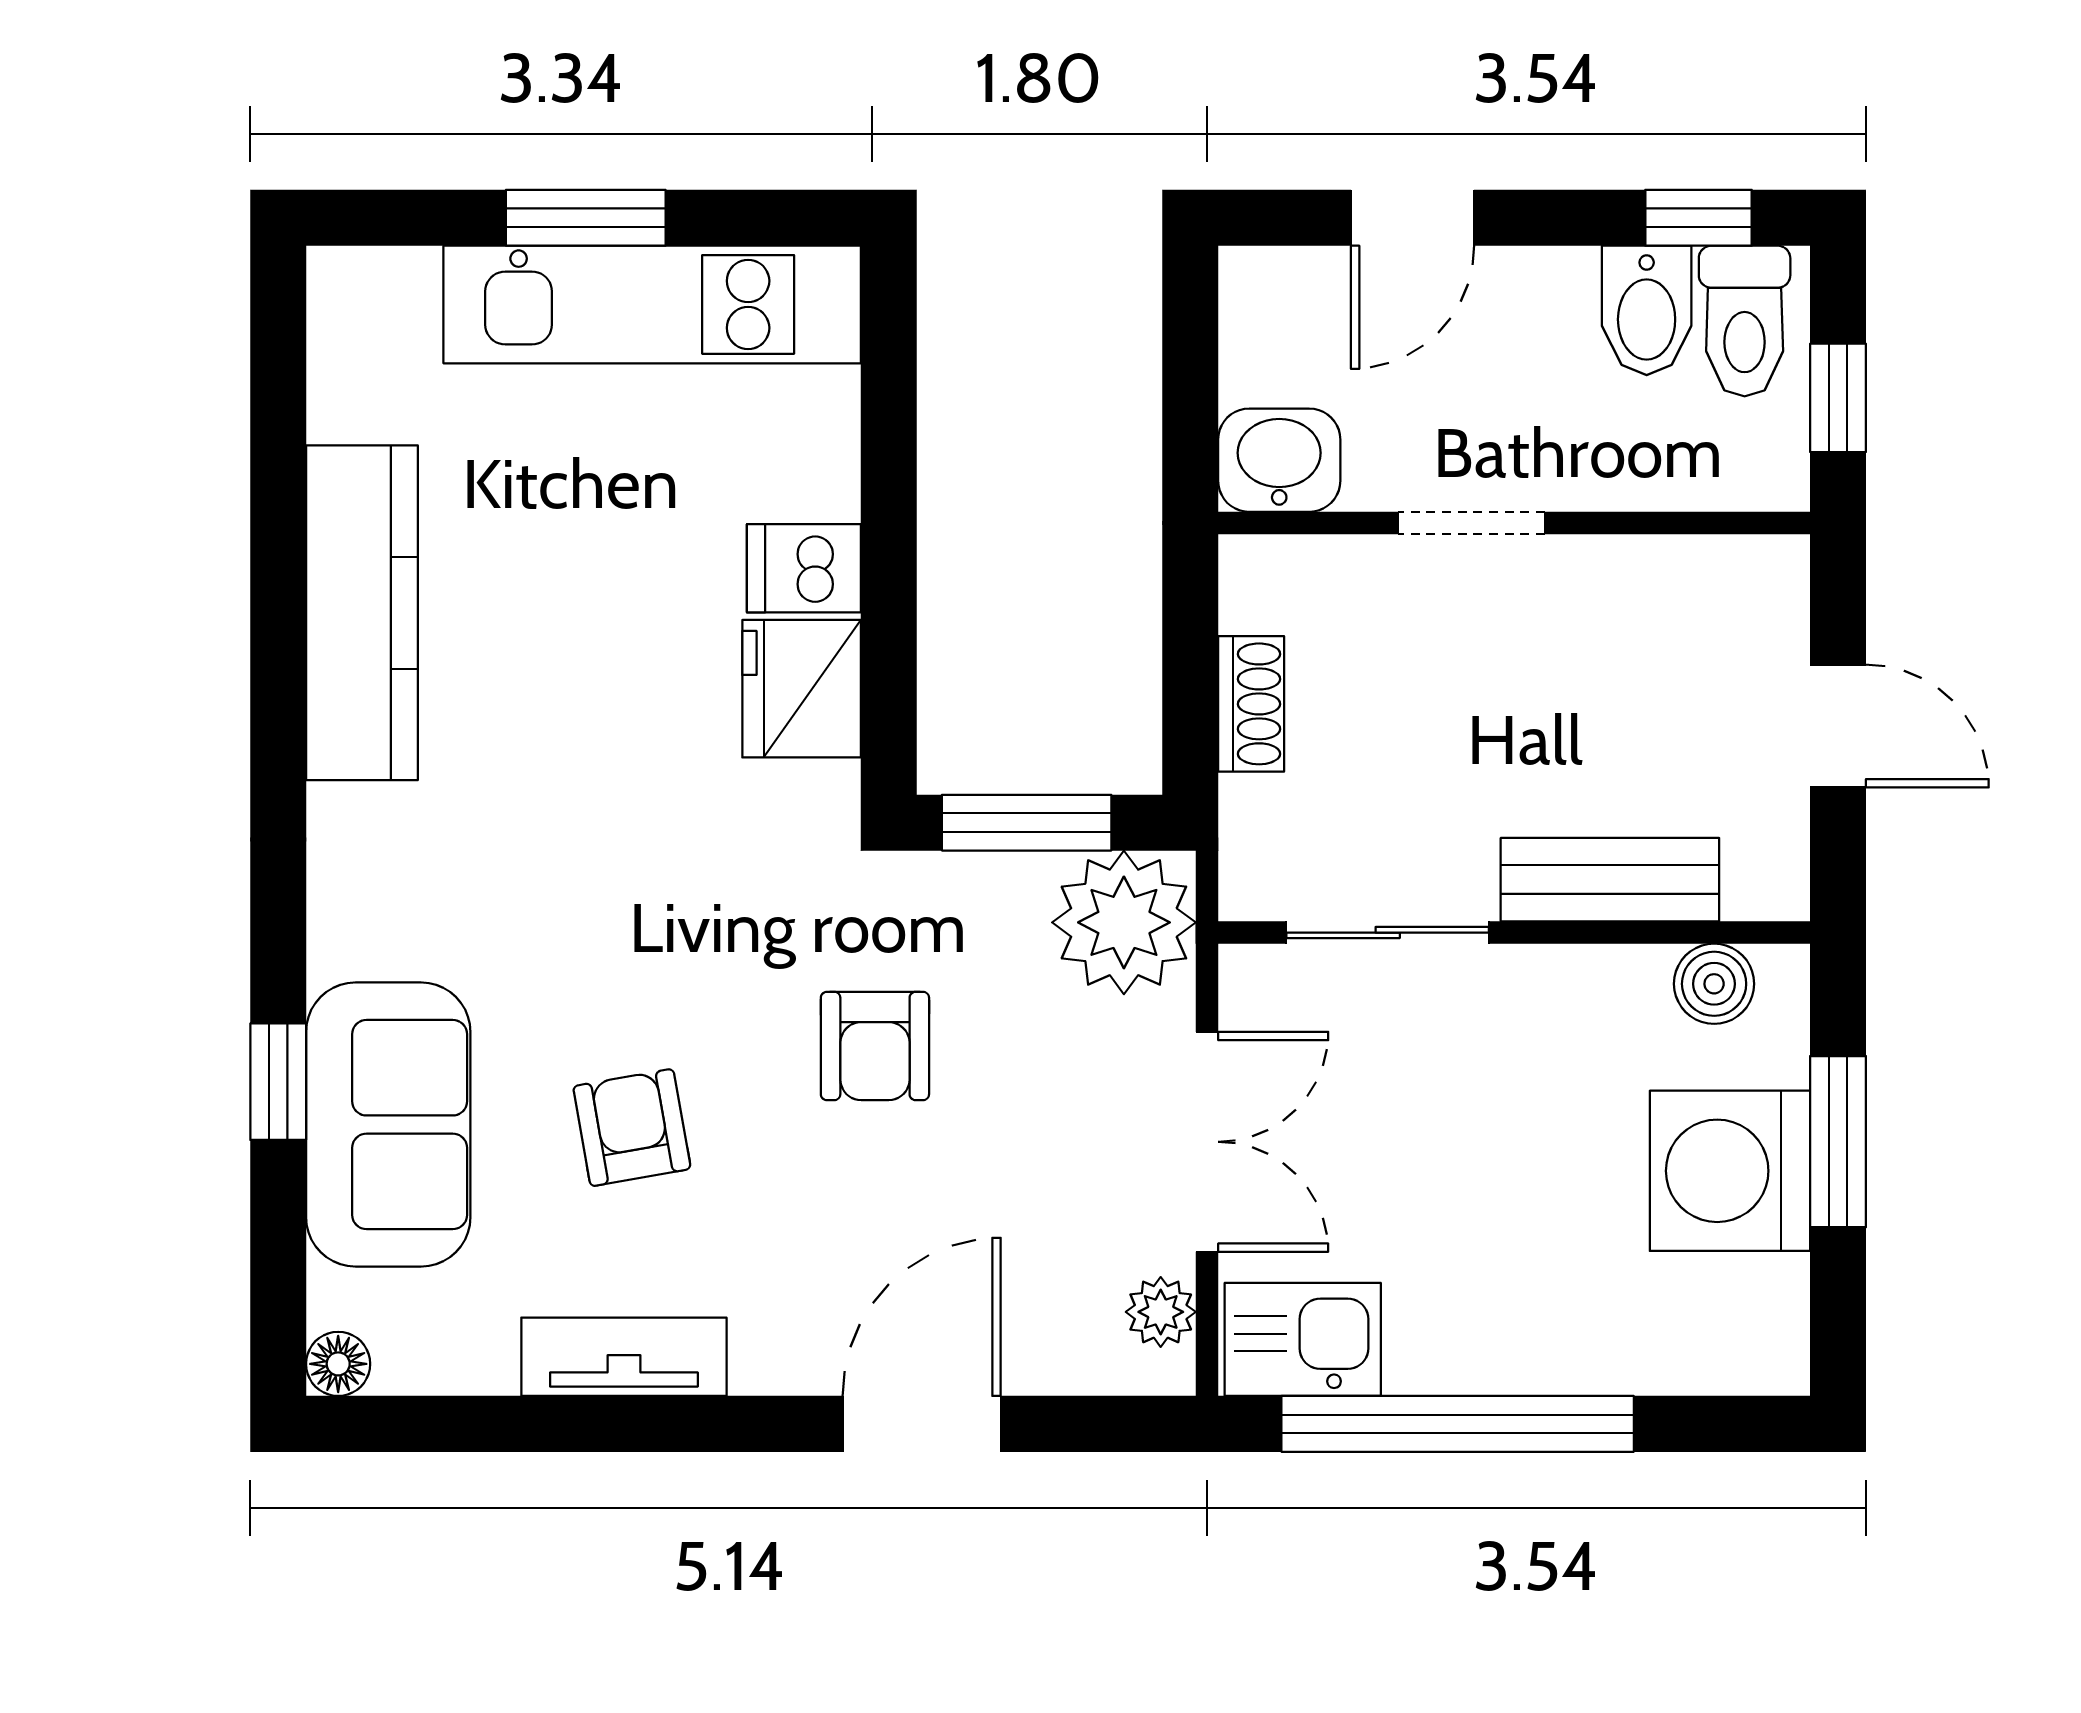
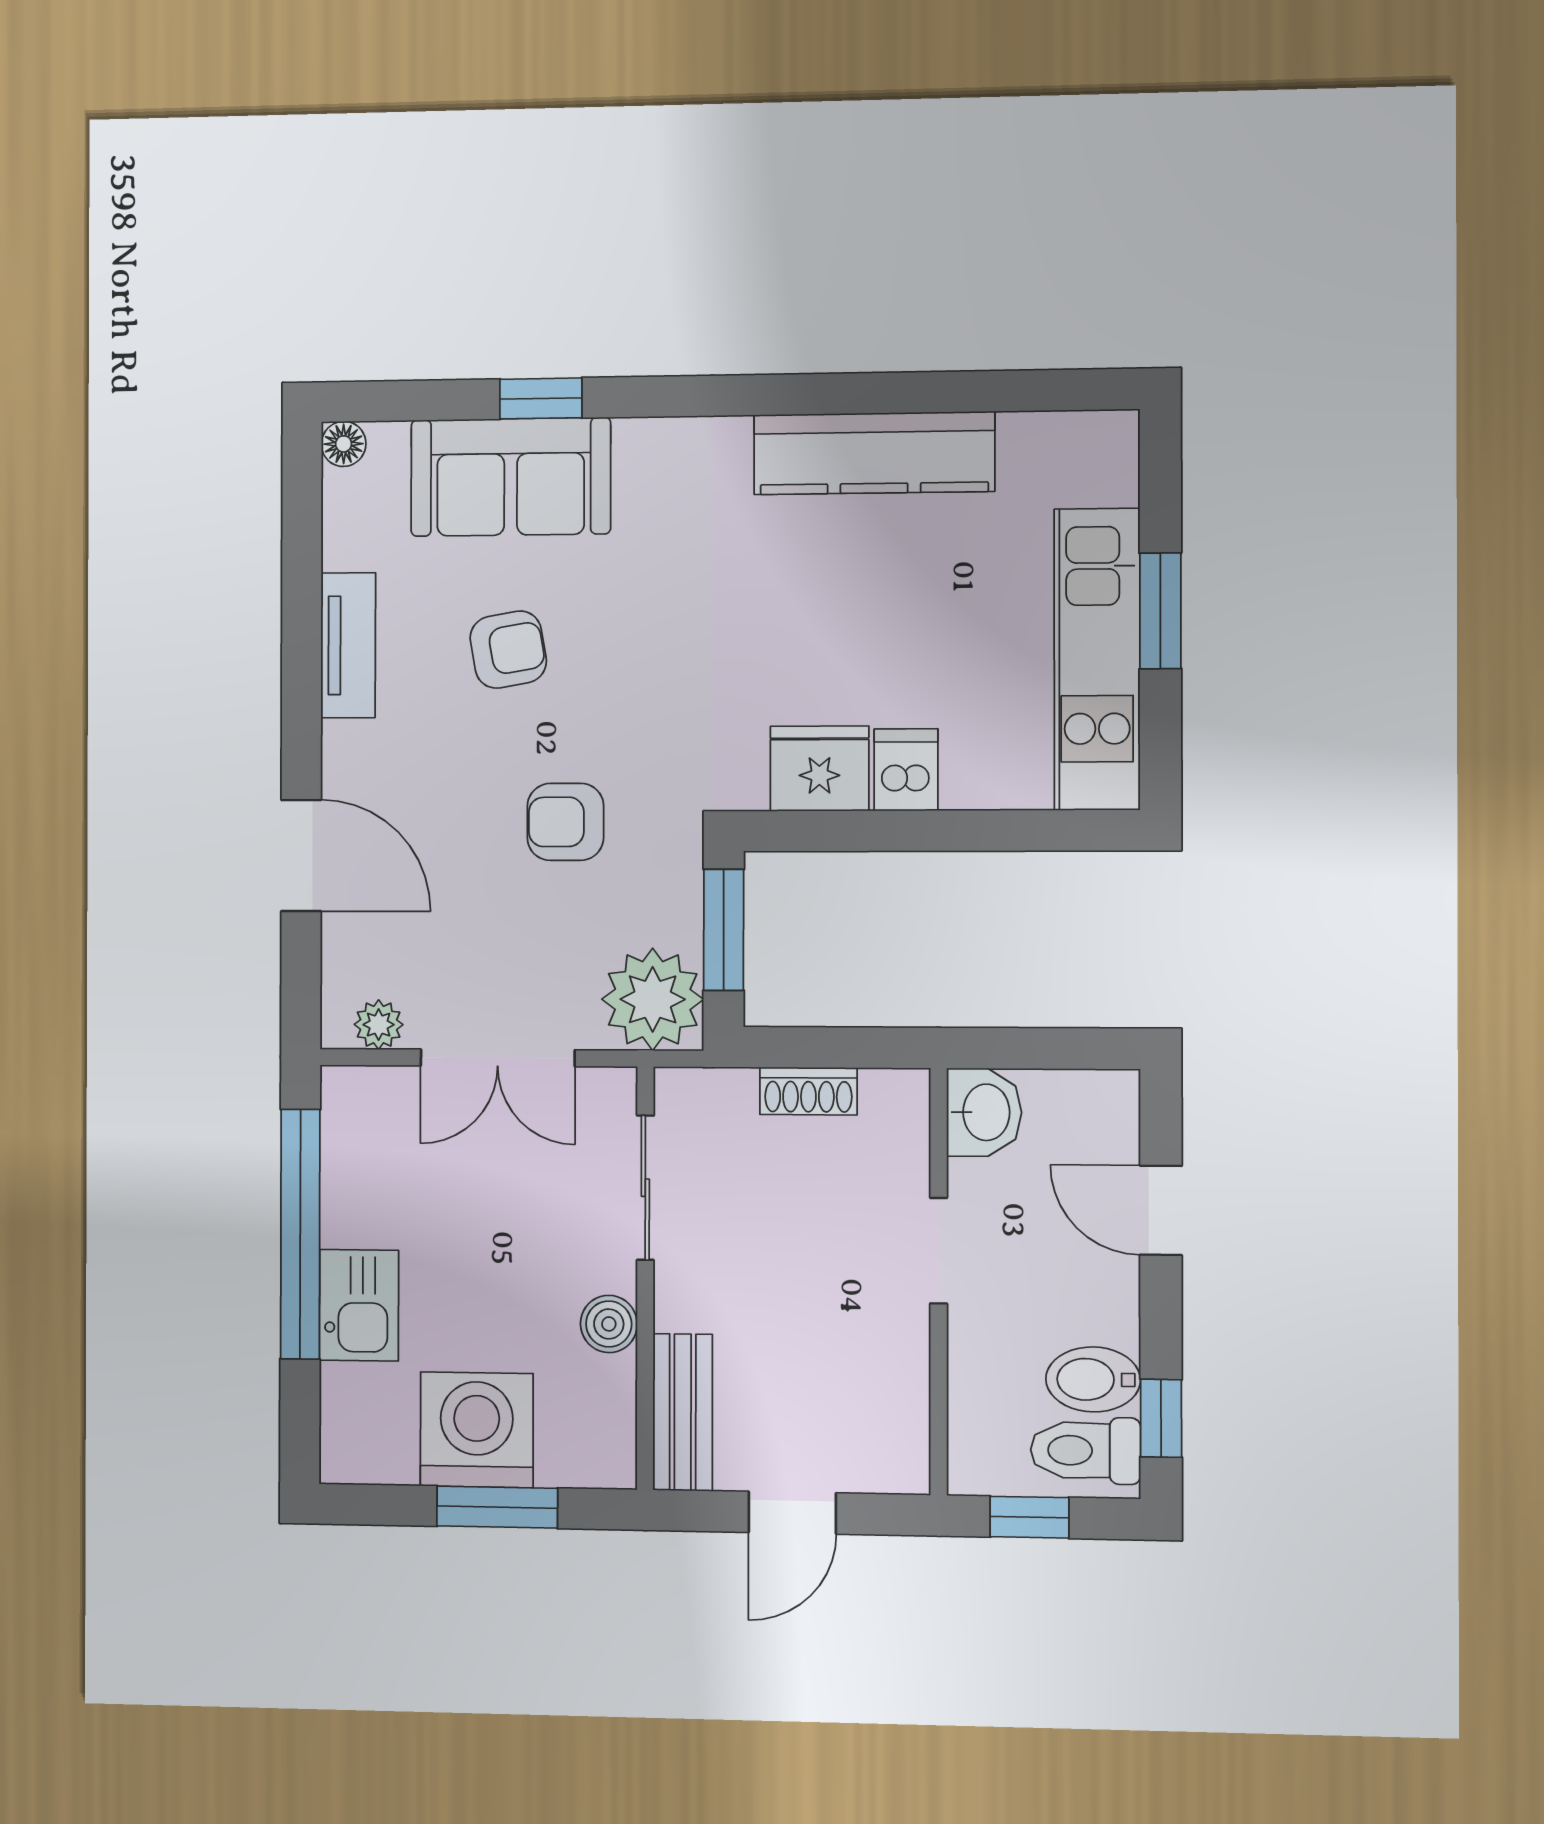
bench: (1610, 880) -> (683, 1412), moved
boiler: (1714, 984) -> (609, 1324), moved
kitchen sink: (1303, 1339) -> (359, 1305), moved

